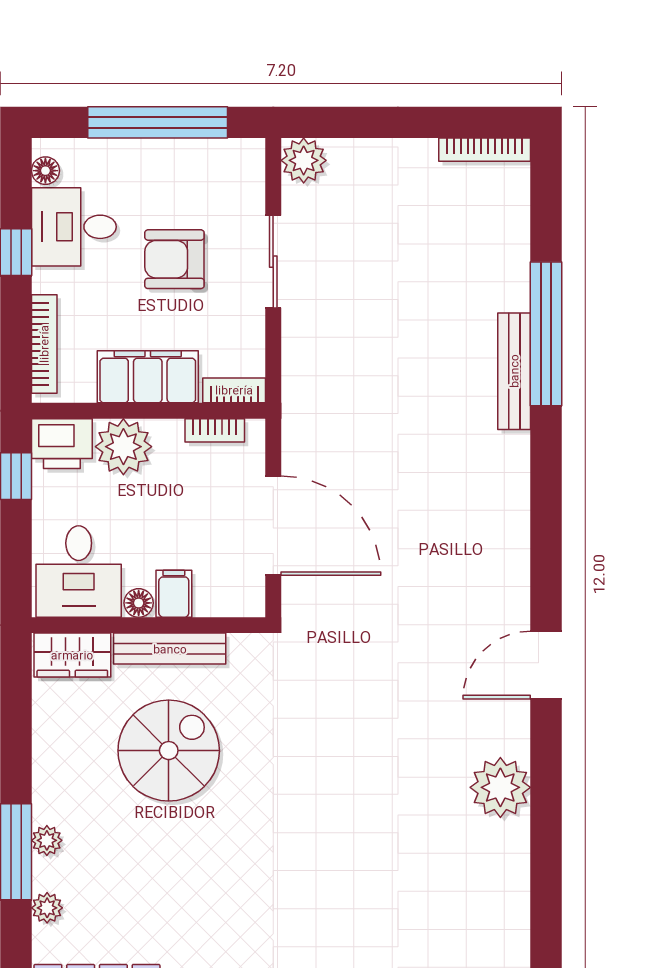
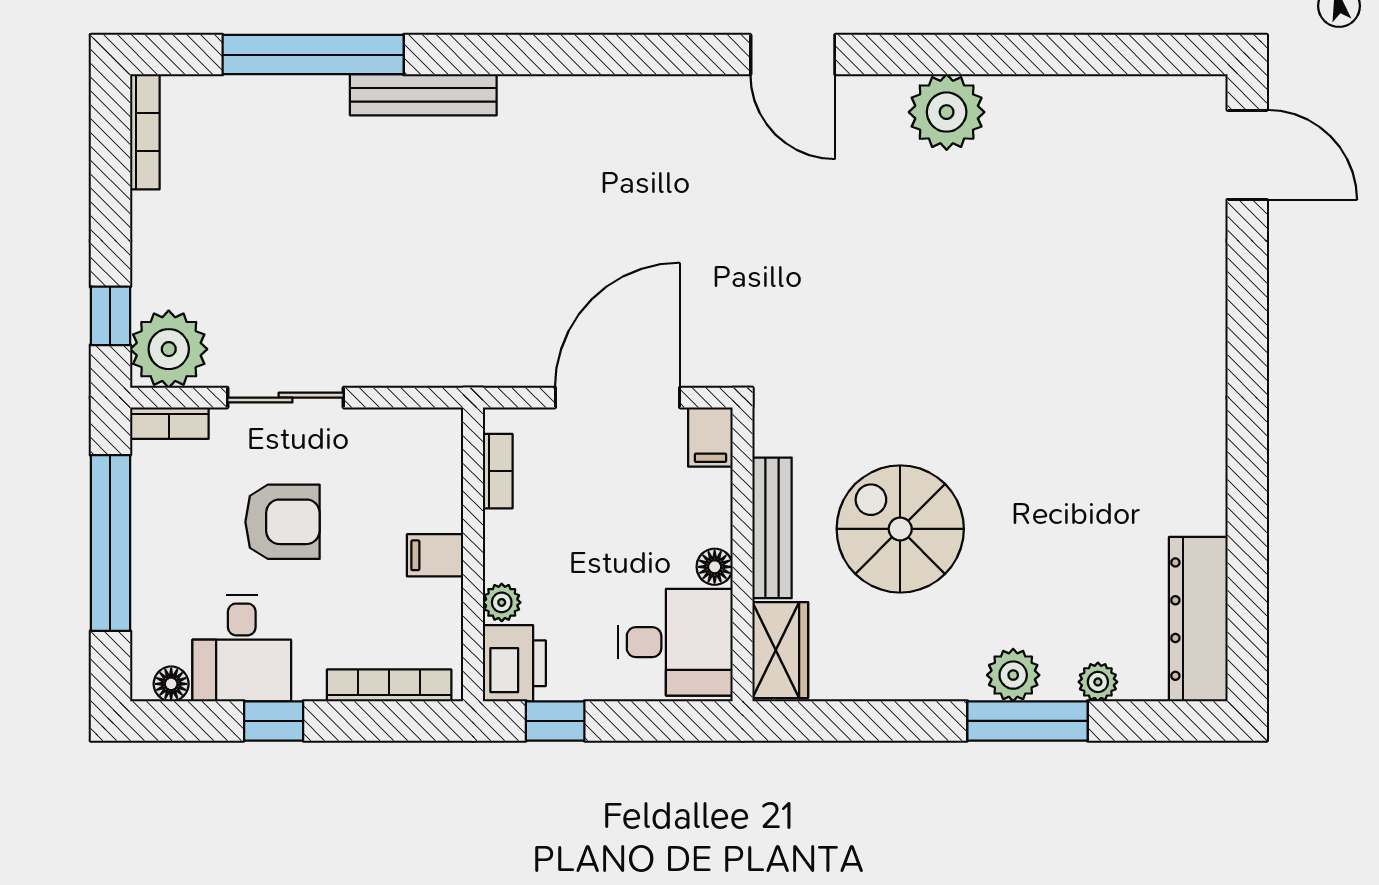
window: (338, 122) -> (110, 316), added
plant: (304, 160) -> (169, 349), width x1.36, depth x1.36
armchair: (174, 259) -> (283, 522), turned -90
window: (546, 334) -> (313, 55), moved
filing cabinet: (148, 377) -> (435, 555), width x0.33, depth x0.86
bookcase: (234, 390) -> (169, 423), moved, turned -90
plant: (123, 447) -> (502, 602), width x0.53, depth x0.53
filing cabinet: (174, 594) -> (710, 437), moved, turned -90
plant: (47, 840) -> (1013, 675), width x1.38, depth x1.38

